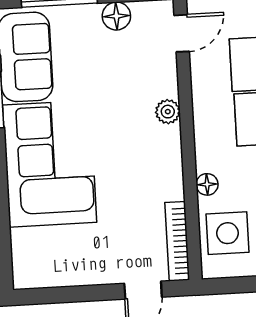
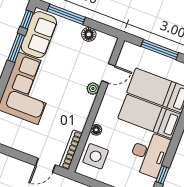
door: (182, 33) -> (108, 73), moved

